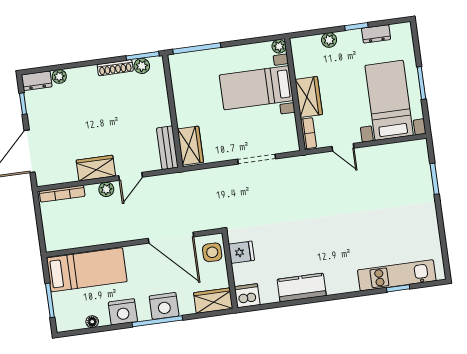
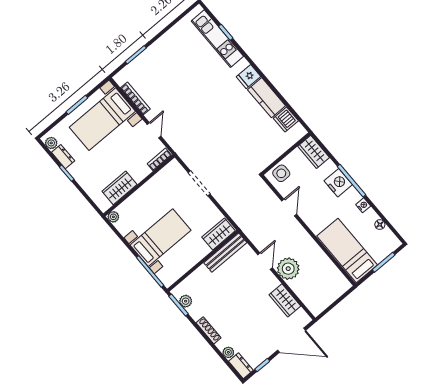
plant: (329, 40) -> (51, 143), moved
shoe rack: (115, 68) -> (209, 330), moved
bed with nightstands: (256, 88) -> (160, 238), moved, turned -90
wardrobe: (309, 97) -> (119, 188), moved
bench: (167, 148) -> (225, 253), width x1.36
wardrobe: (96, 168) -> (285, 300), moved
door: (131, 176) -> (265, 261), hinge flipped
plant: (106, 189) -> (288, 269), width x1.88, depth x1.88
bookcase: (62, 194) -> (135, 98), moved
door: (171, 238) -> (289, 208), width x0.53
fridge: (241, 252) -> (249, 77), moved, turned -90
dishwasher: (247, 296) -> (286, 119), moved
nightstand: (123, 312) -> (363, 205), width x0.53, depth x0.56

